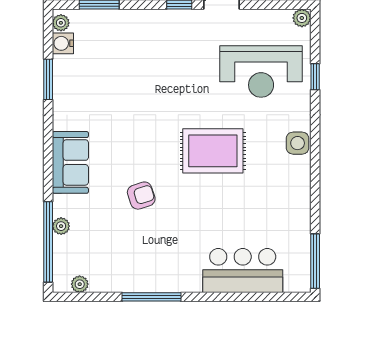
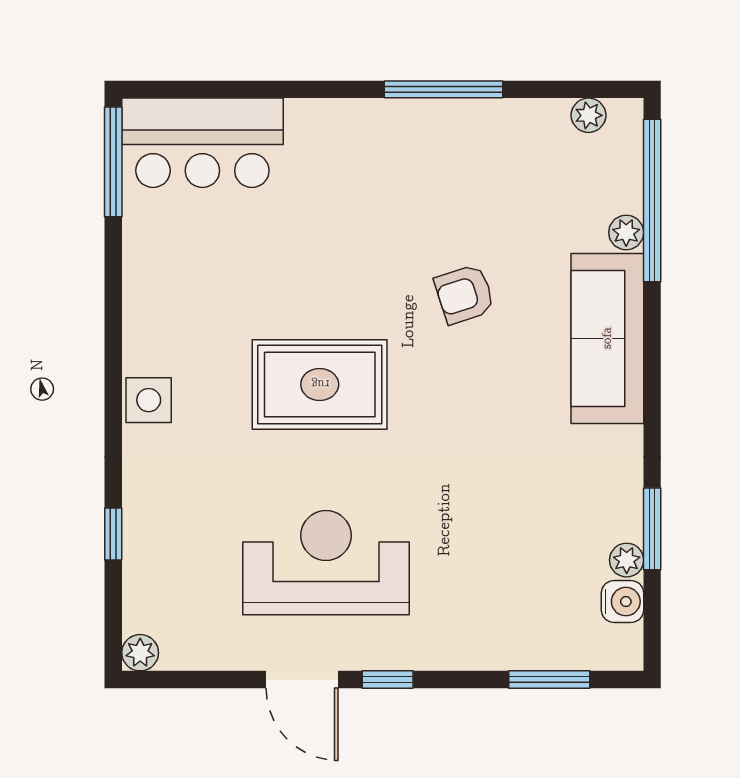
plant: (61, 23) -> (627, 560), moved
reception desk: (261, 72) -> (326, 563), moved
sofa: (70, 162) -> (607, 338), width x1.36
bar counter: (243, 271) -> (202, 143), moved

